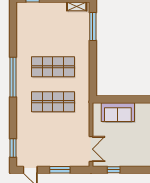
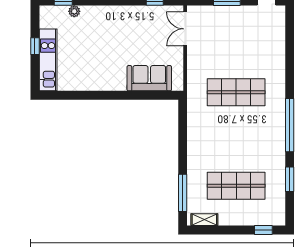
shop shelf: (53, 67) -> (236, 186), moved
window: (13, 148) -> (290, 179), moved

